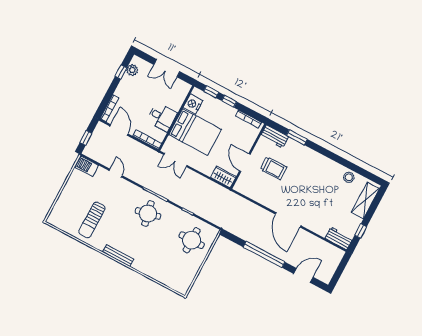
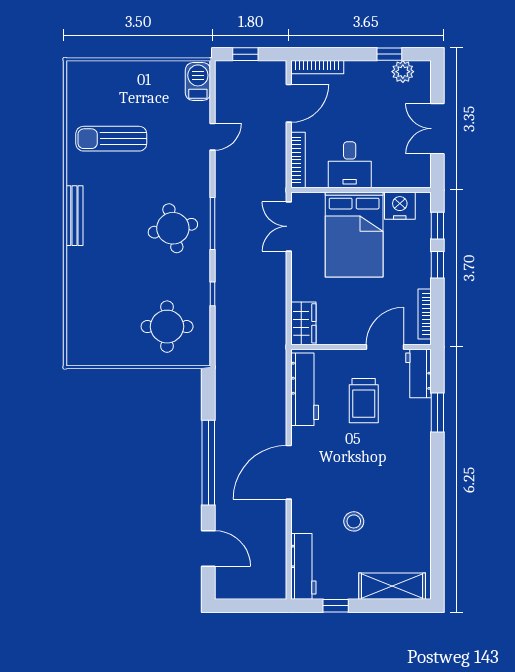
door: (245, 163) -> (385, 347), moved
stool: (349, 177) -> (354, 521), moved
workbench: (254, 192) -> (305, 389), added
workbench: (339, 238) -> (303, 566), width x1.38

